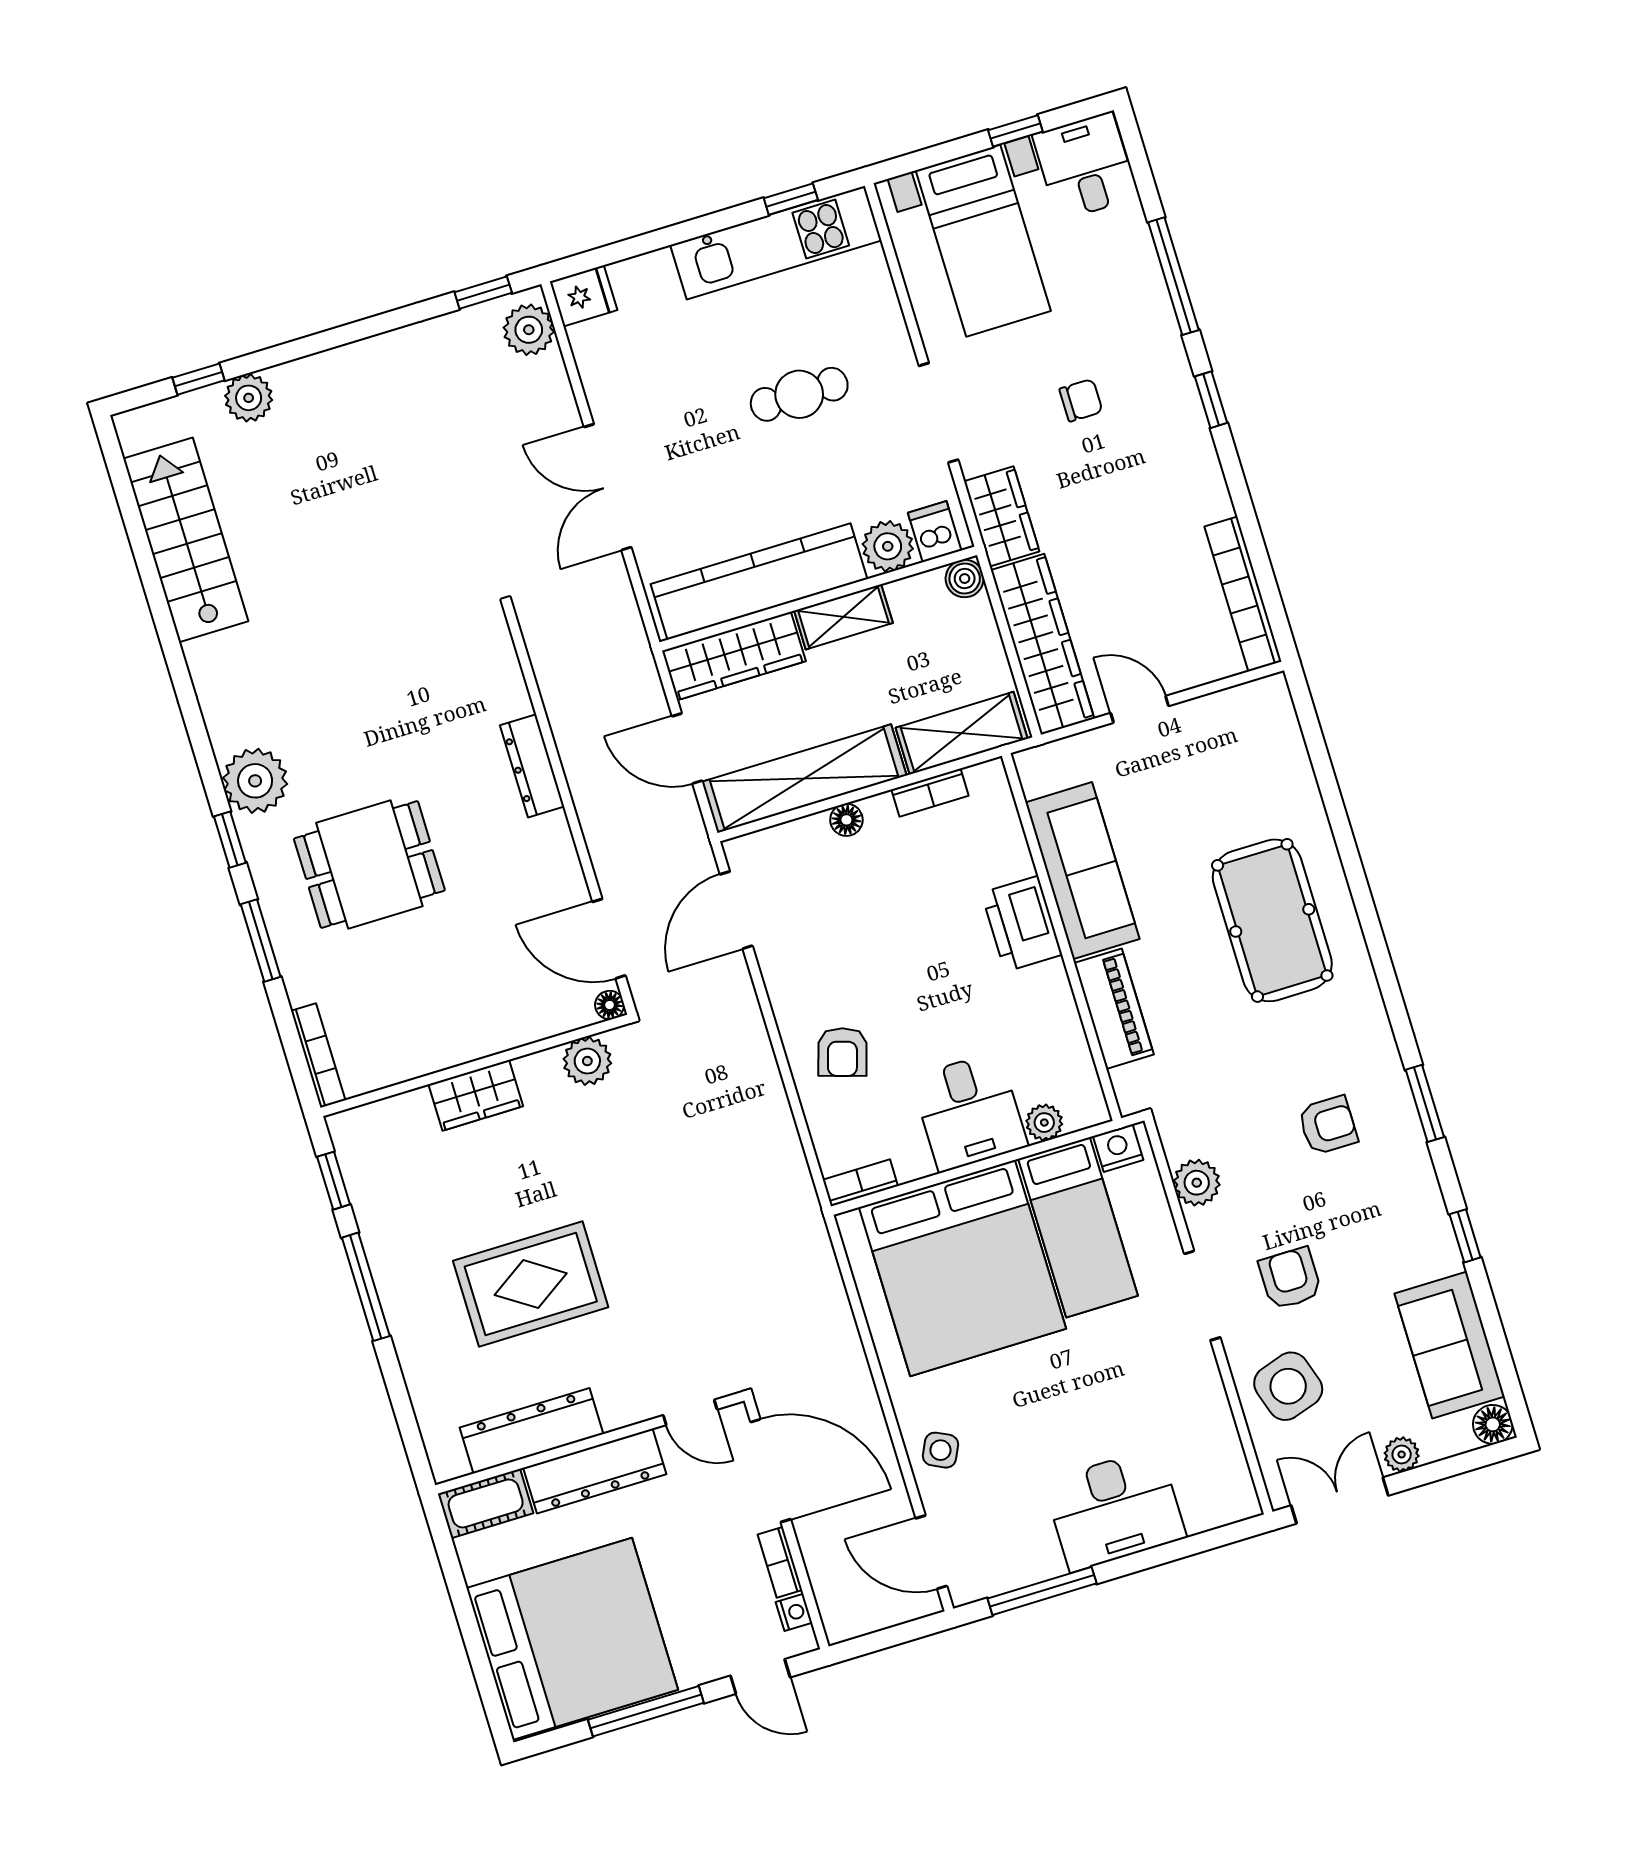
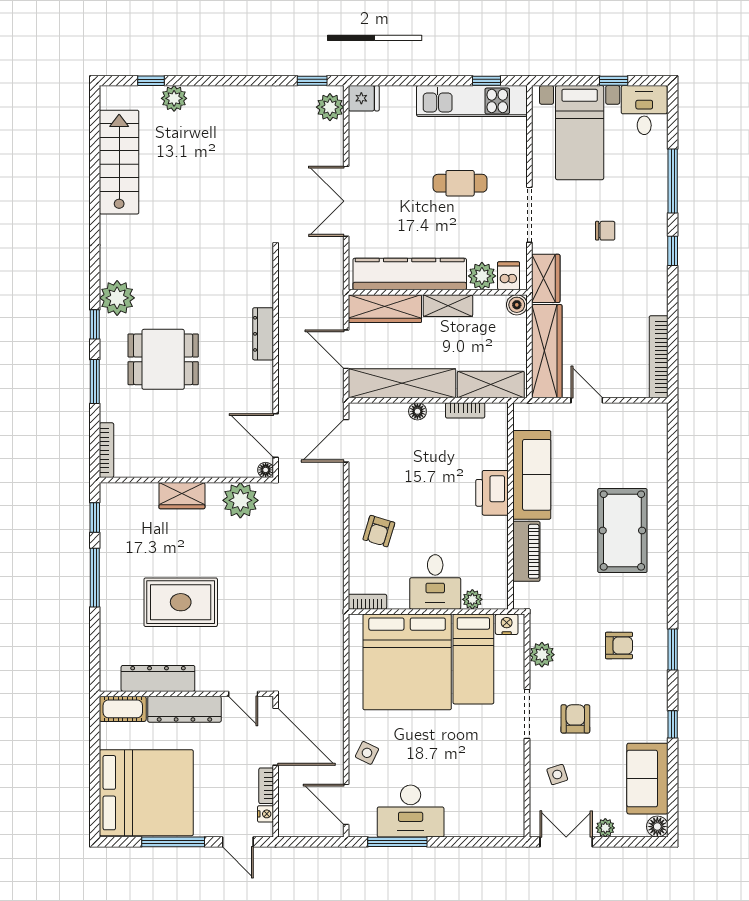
plant: (587, 1061) -> (240, 500), width x1.36, depth x1.36
side table: (1288, 1386) -> (557, 774), width x0.54, depth x0.54
desk: (1115, 1509) -> (411, 811), moved

